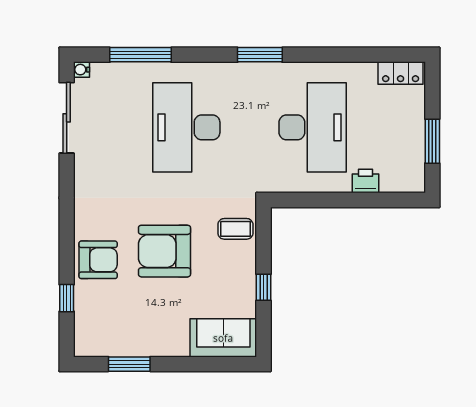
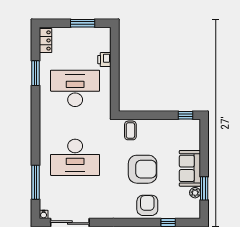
window: (260, 55) -> (35, 73), moved
armchair: (165, 251) -> (143, 169), turned -90
window: (264, 287) -> (186, 115), moved
sofa: (223, 338) -> (190, 168), moved
plant: (121, 347) -> (195, 193), added

